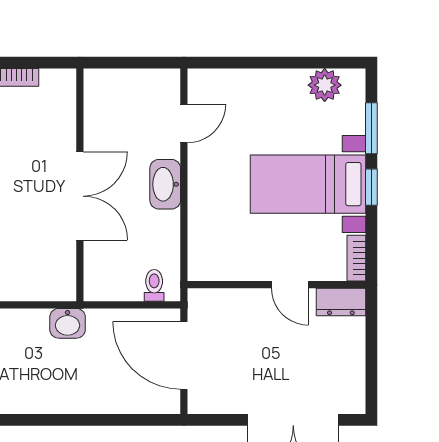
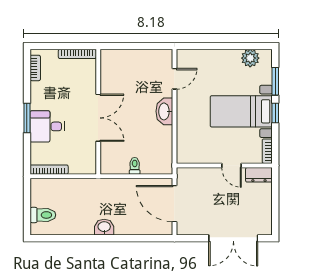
wall: (80, 185) -> (98, 112), moved
double door: (80, 196) -> (98, 118), moved
toilet: (154, 285) -> (135, 166), moved
washbasin: (68, 323) -> (104, 227), moved, turned 180

